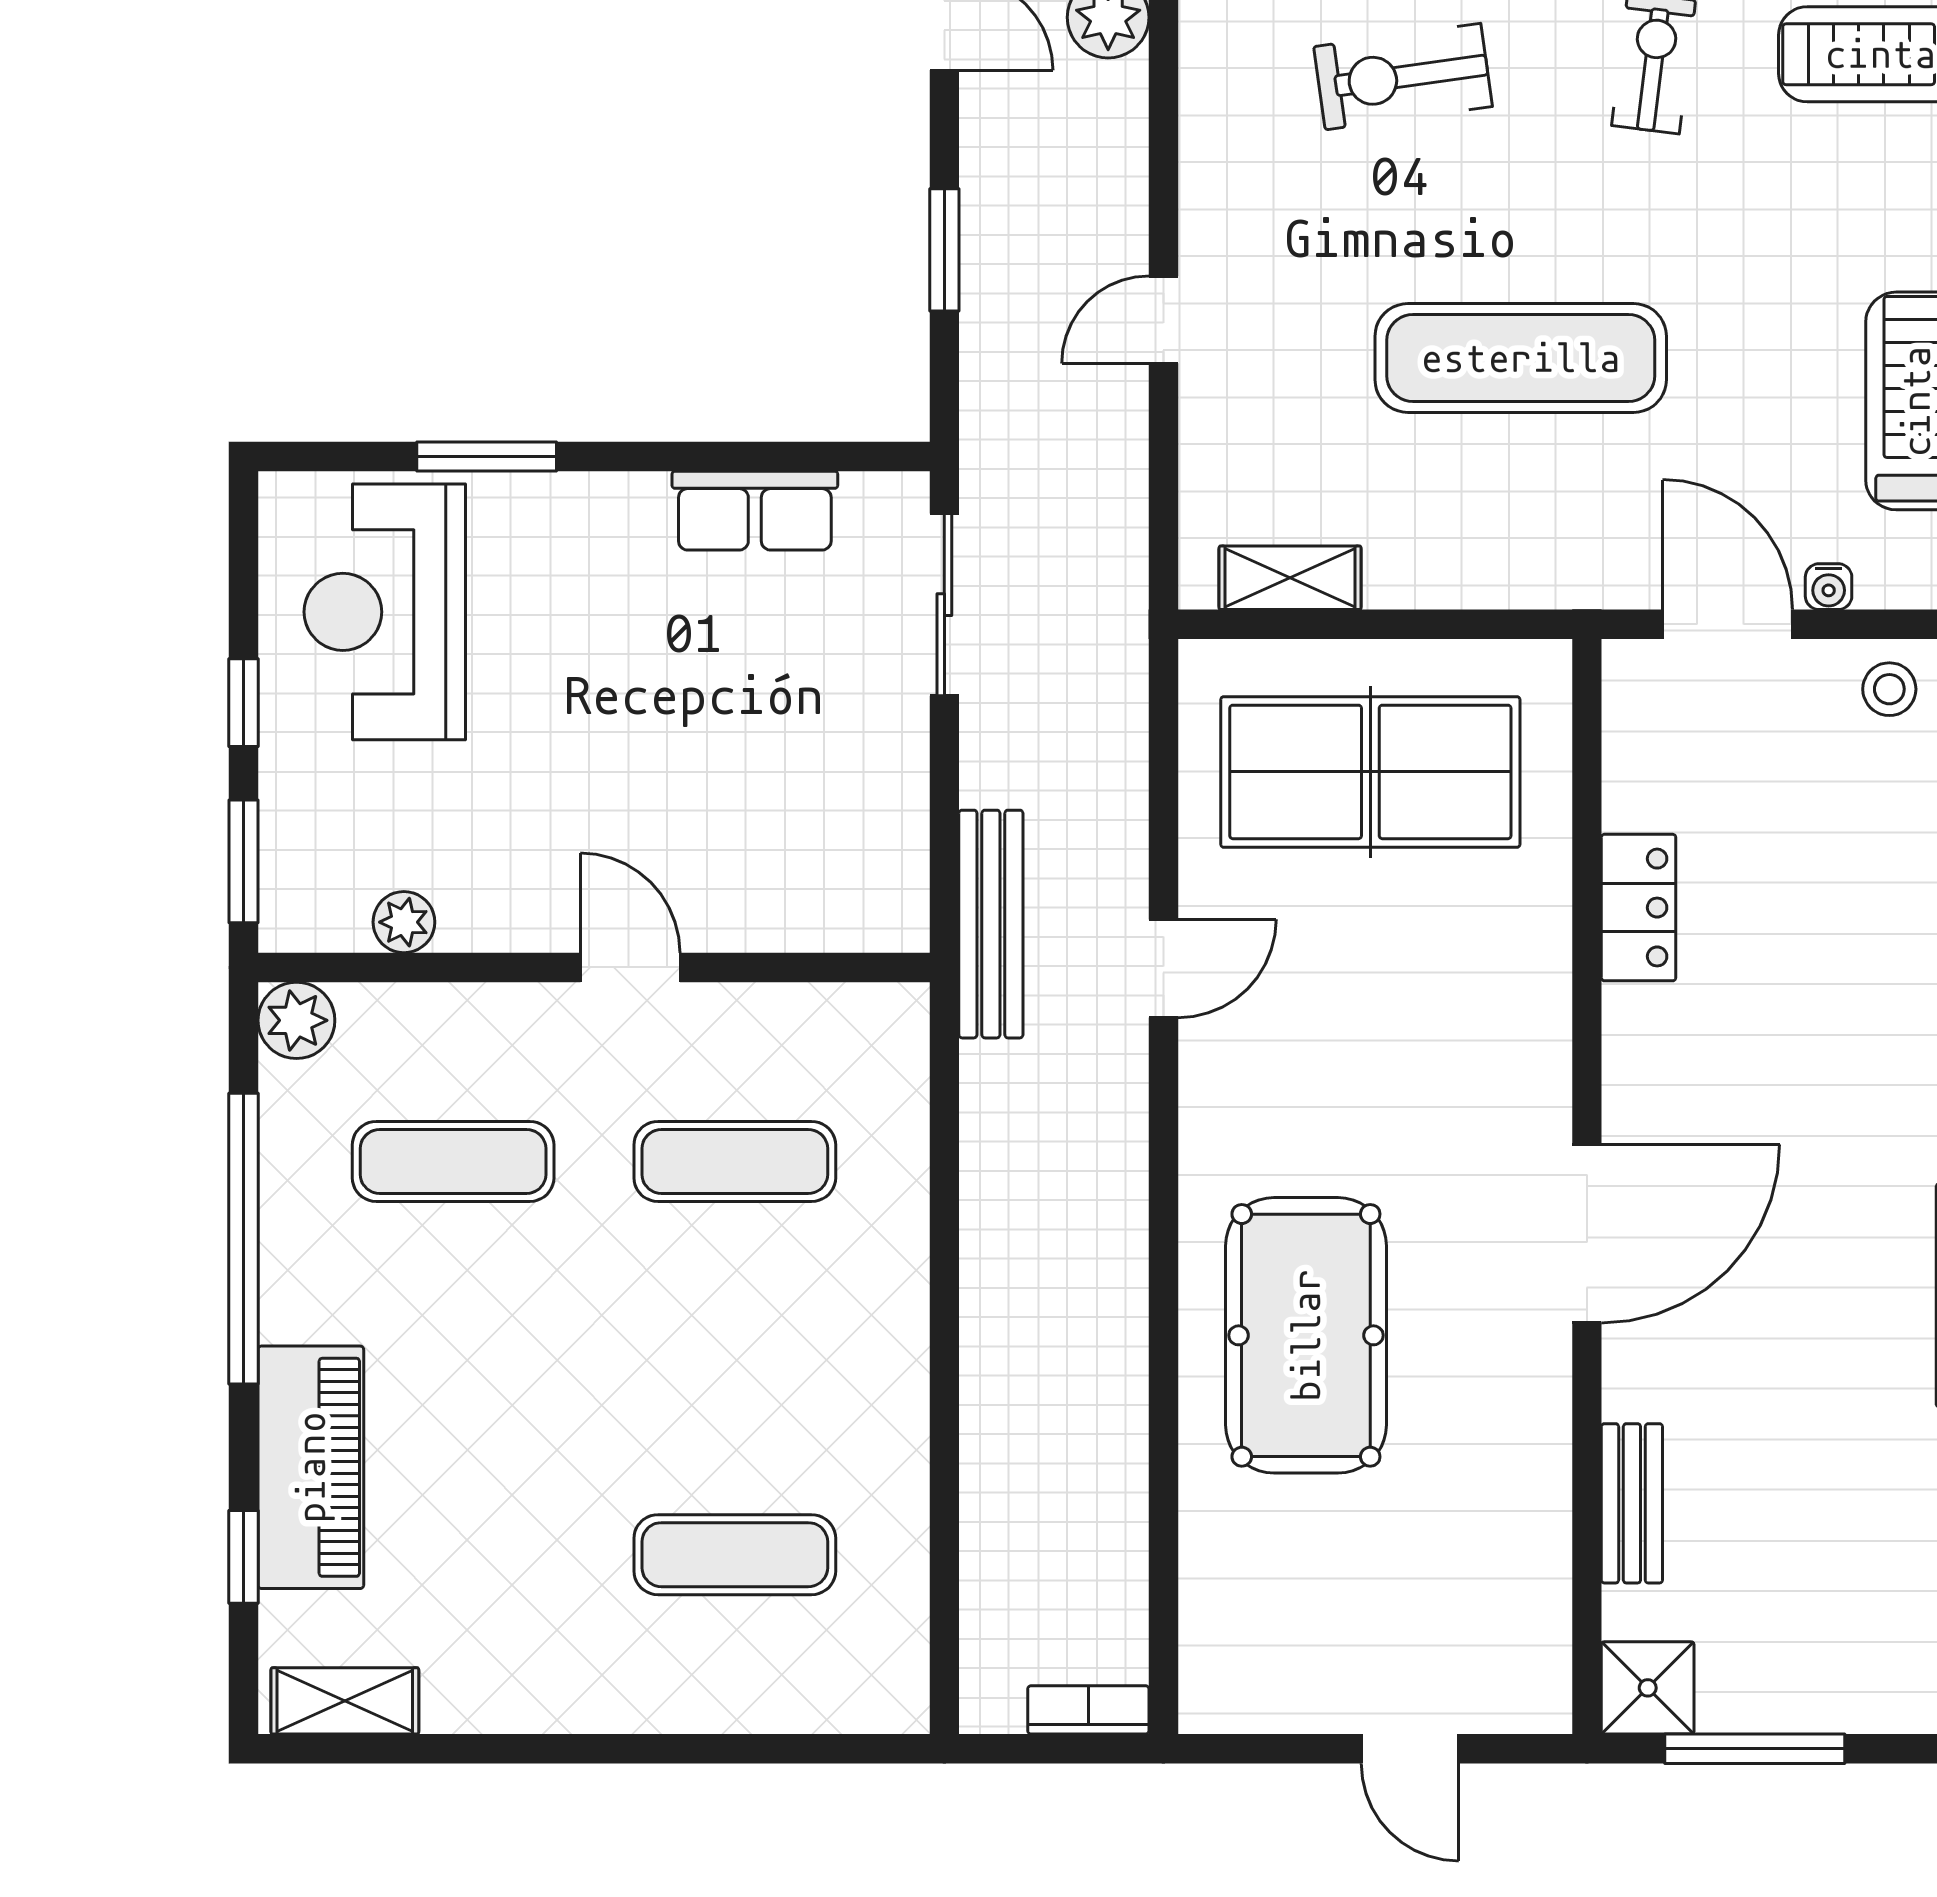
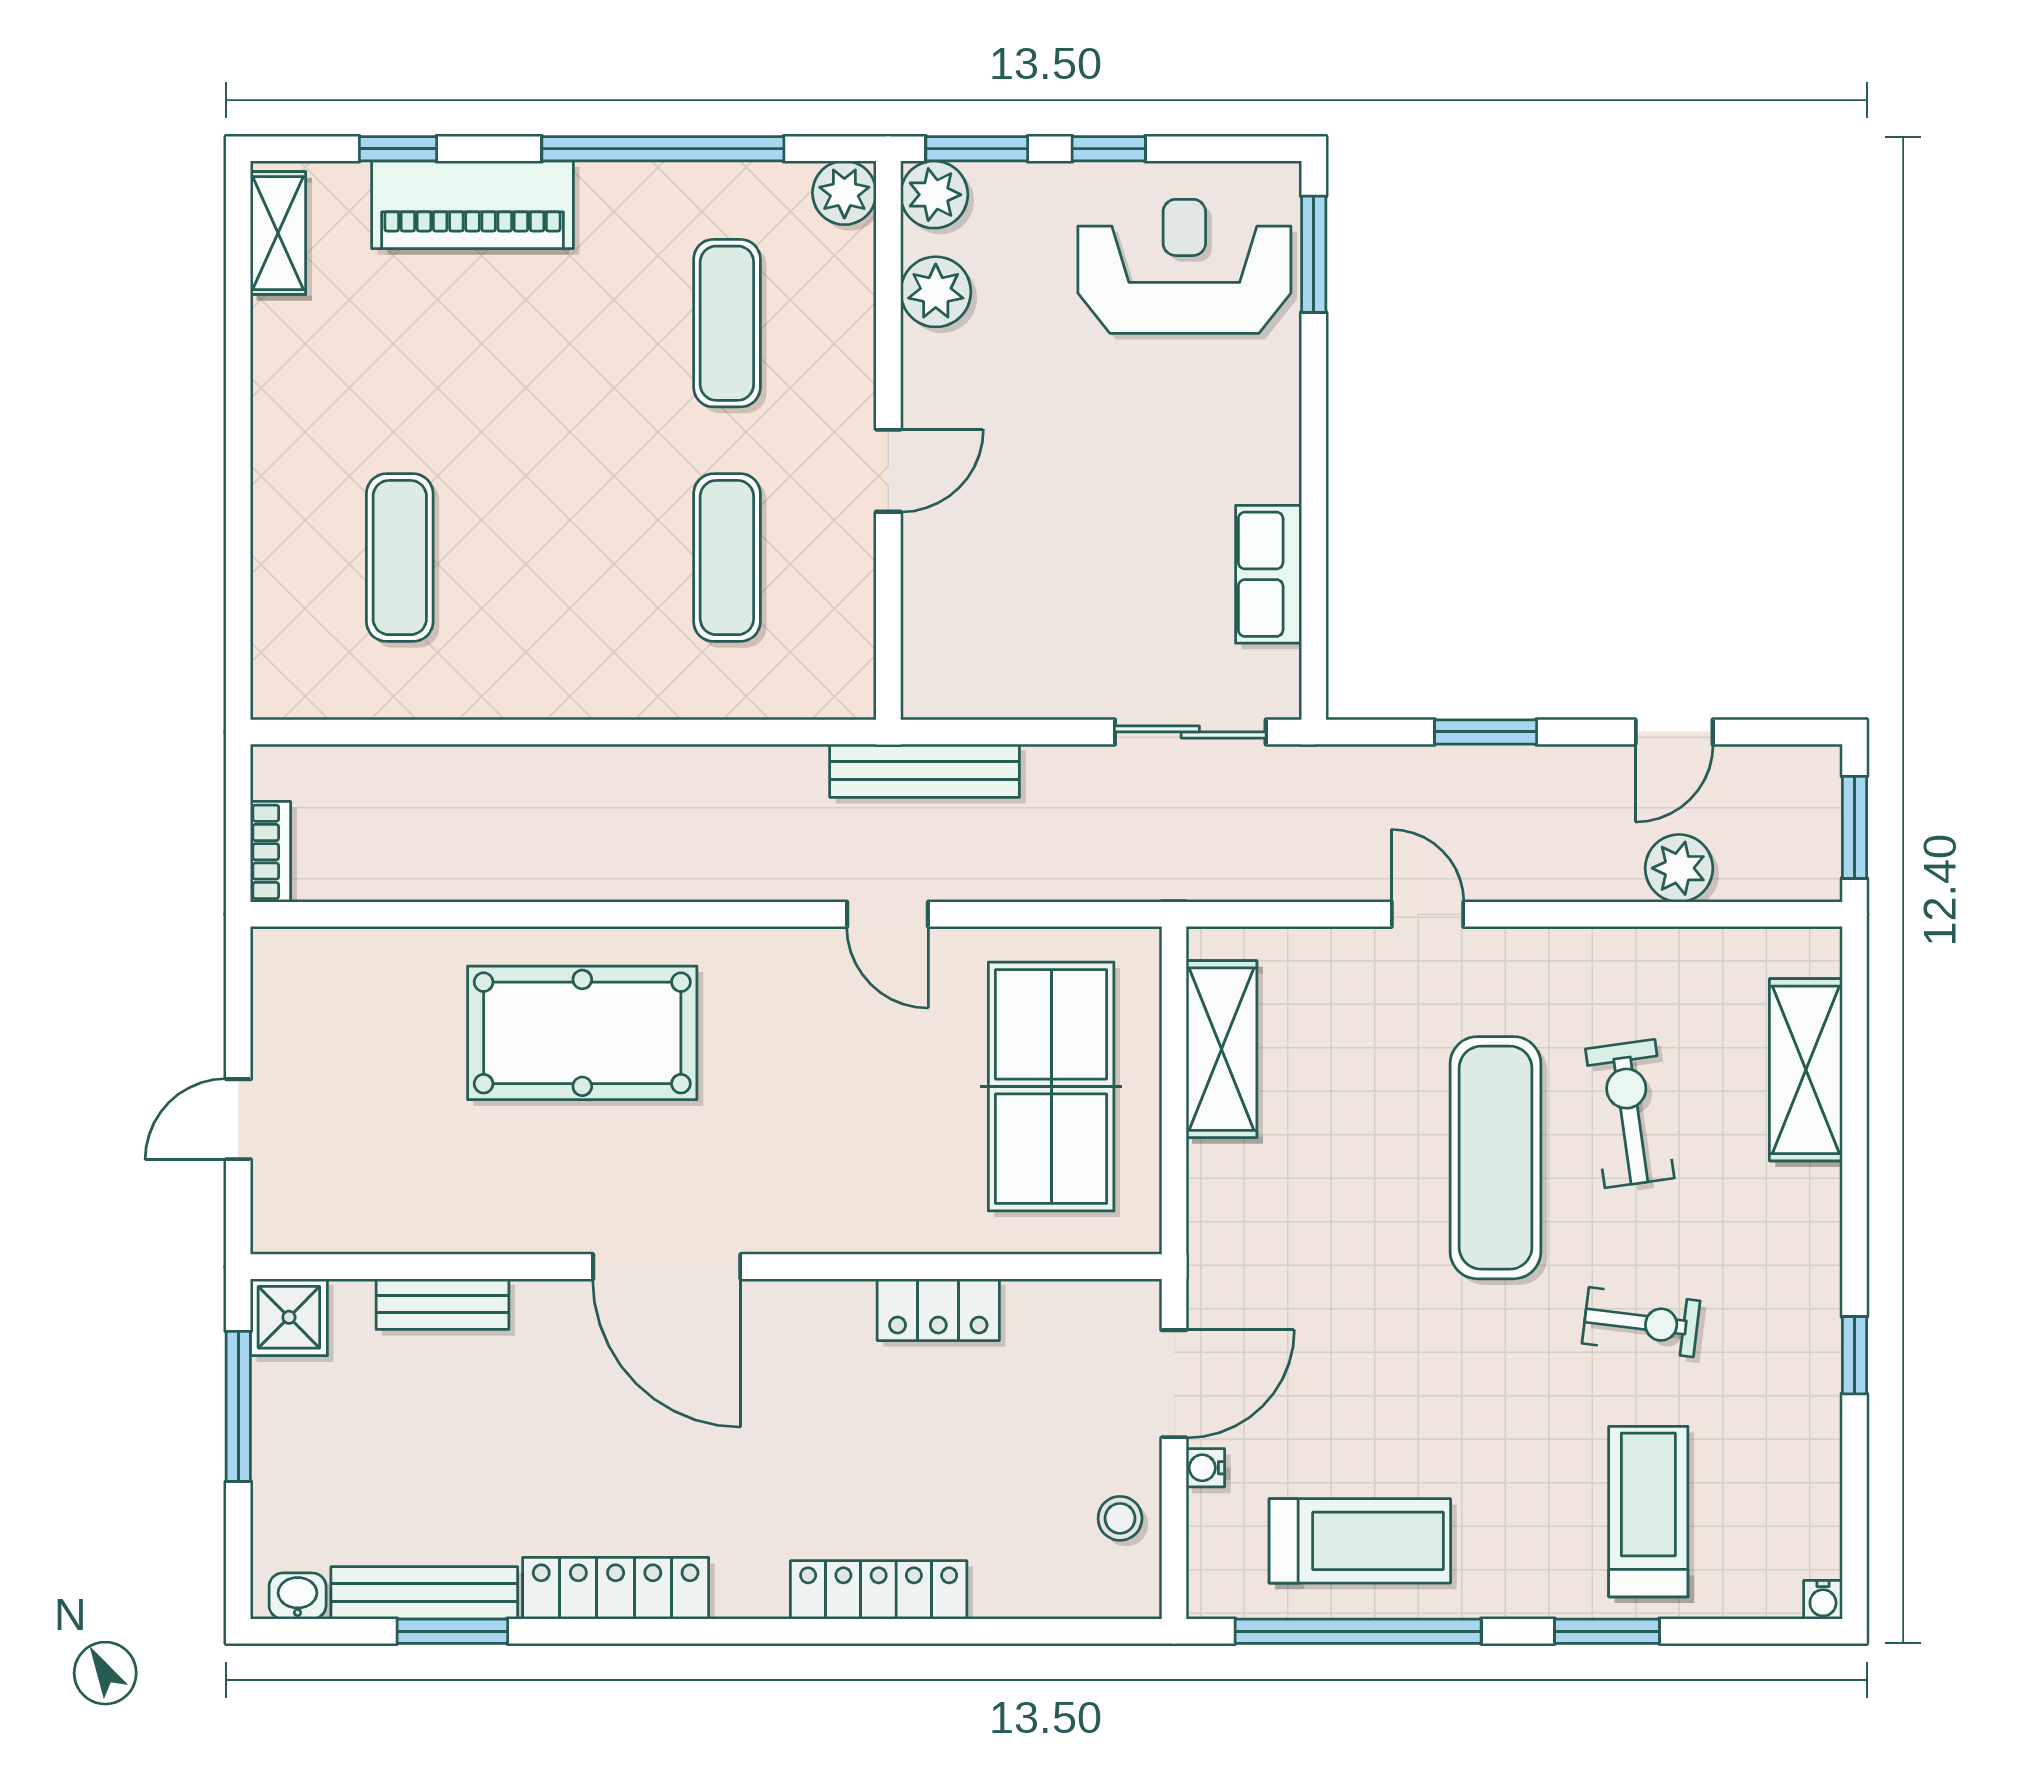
exercise mat: (1521, 358) -> (1496, 1158), moved
window: (487, 456) -> (1314, 254), moved
shelving: (1290, 578) -> (1221, 1049), width x1.50, depth x1.33
plant: (299, 912) -> (934, 195), added
plant: (404, 922) -> (936, 292), width x1.38, depth x1.38

